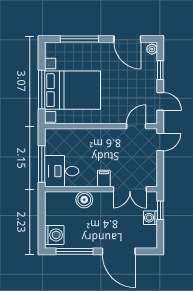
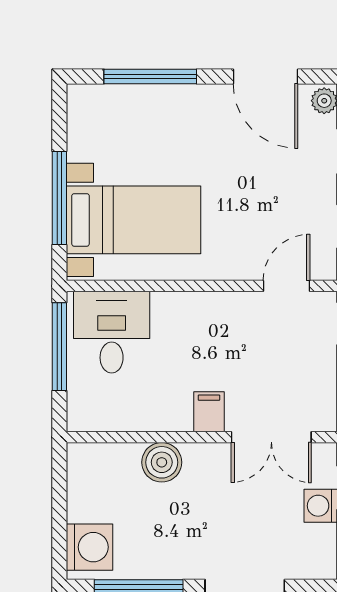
bed with nightstands: (72, 90) -> (134, 220), width x0.73
window: (42, 164) -> (59, 347), moved
desk: (62, 171) -> (112, 332), moved, turned 90

